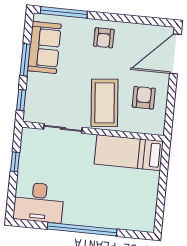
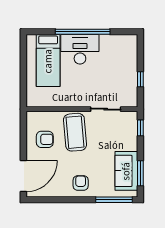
window: (25, 60) -> (140, 173), moved
armchair: (144, 98) -> (45, 139), turned -90
bed: (129, 153) -> (48, 61), moved, turned 90
desk: (39, 202) -> (80, 49), moved

